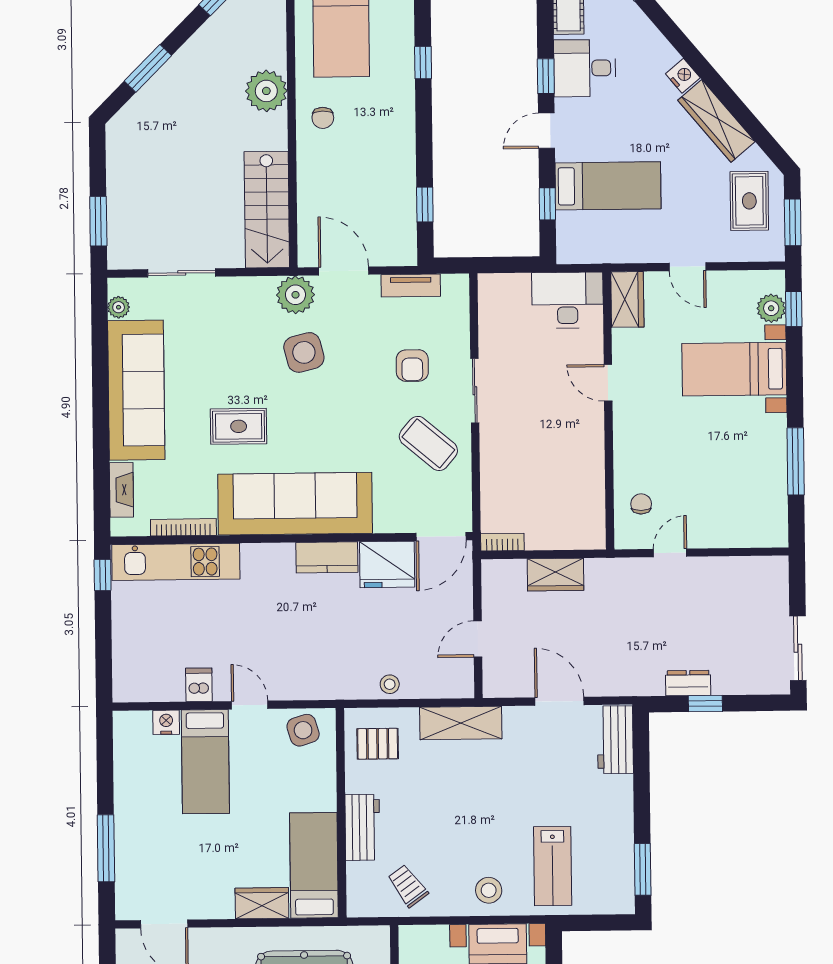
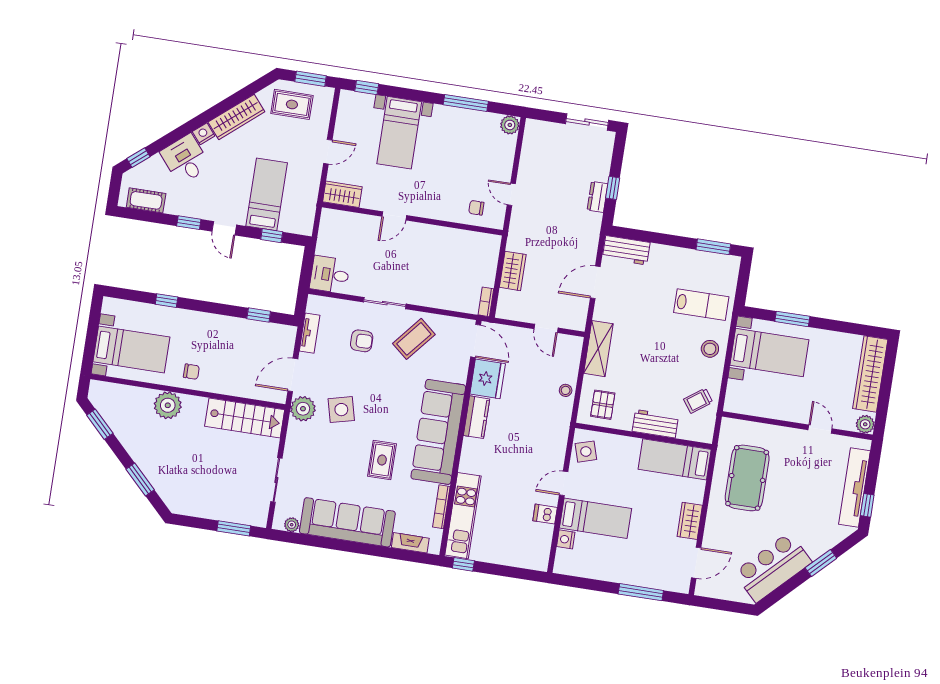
desk: (585, 68) -> (185, 159), moved, turned 140
desk: (567, 300) -> (330, 275), moved, width x0.73
plant: (771, 308) -> (510, 125), moved
wardrobe: (262, 903) -> (690, 521), moved

